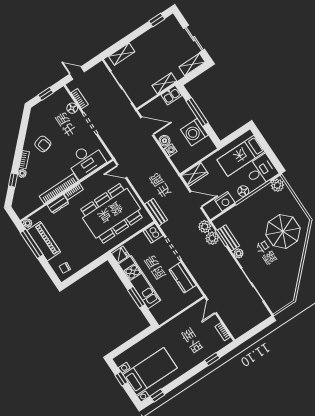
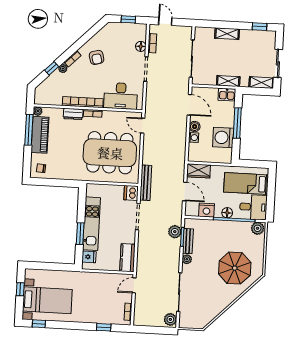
shelving: (122, 54) -> (227, 34), moved
bench: (156, 212) -> (146, 183), width x1.36
plant: (205, 227) -> (170, 319), moved
fridge: (120, 255) -> (89, 257), moved
kitchen counter: (183, 278) -> (127, 258), moved

